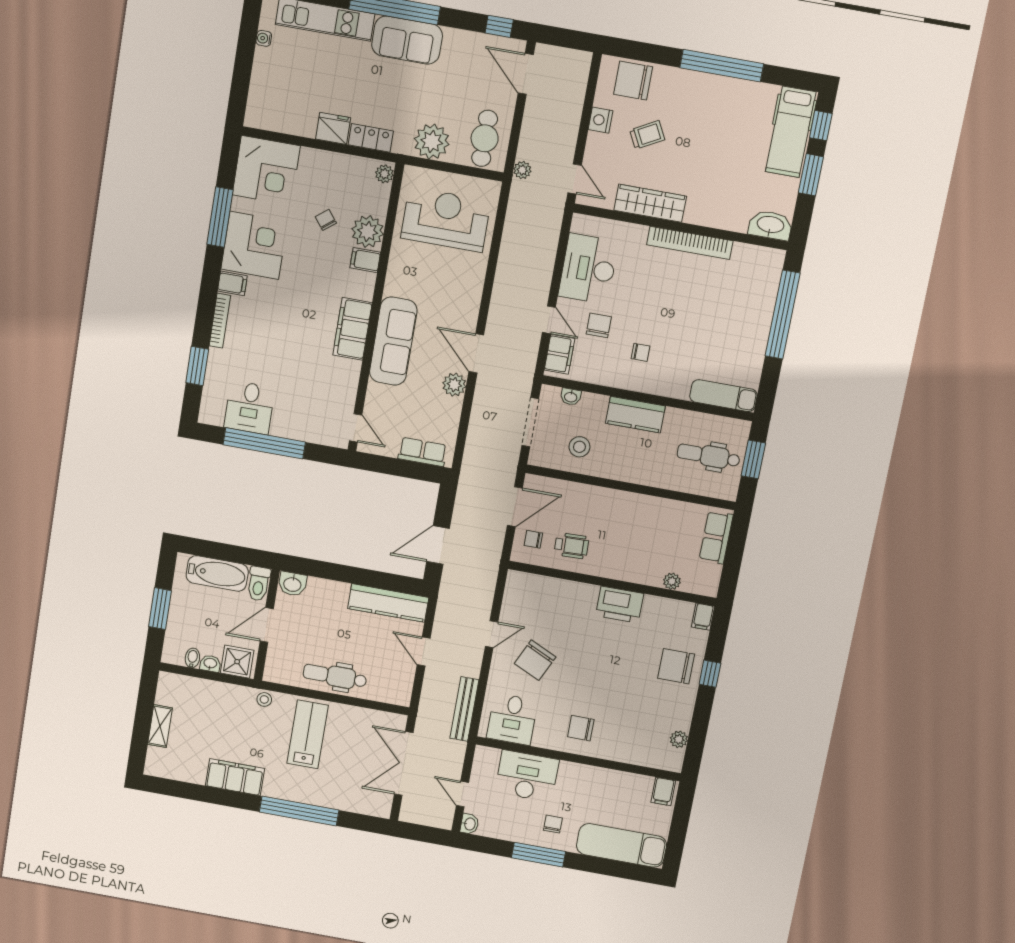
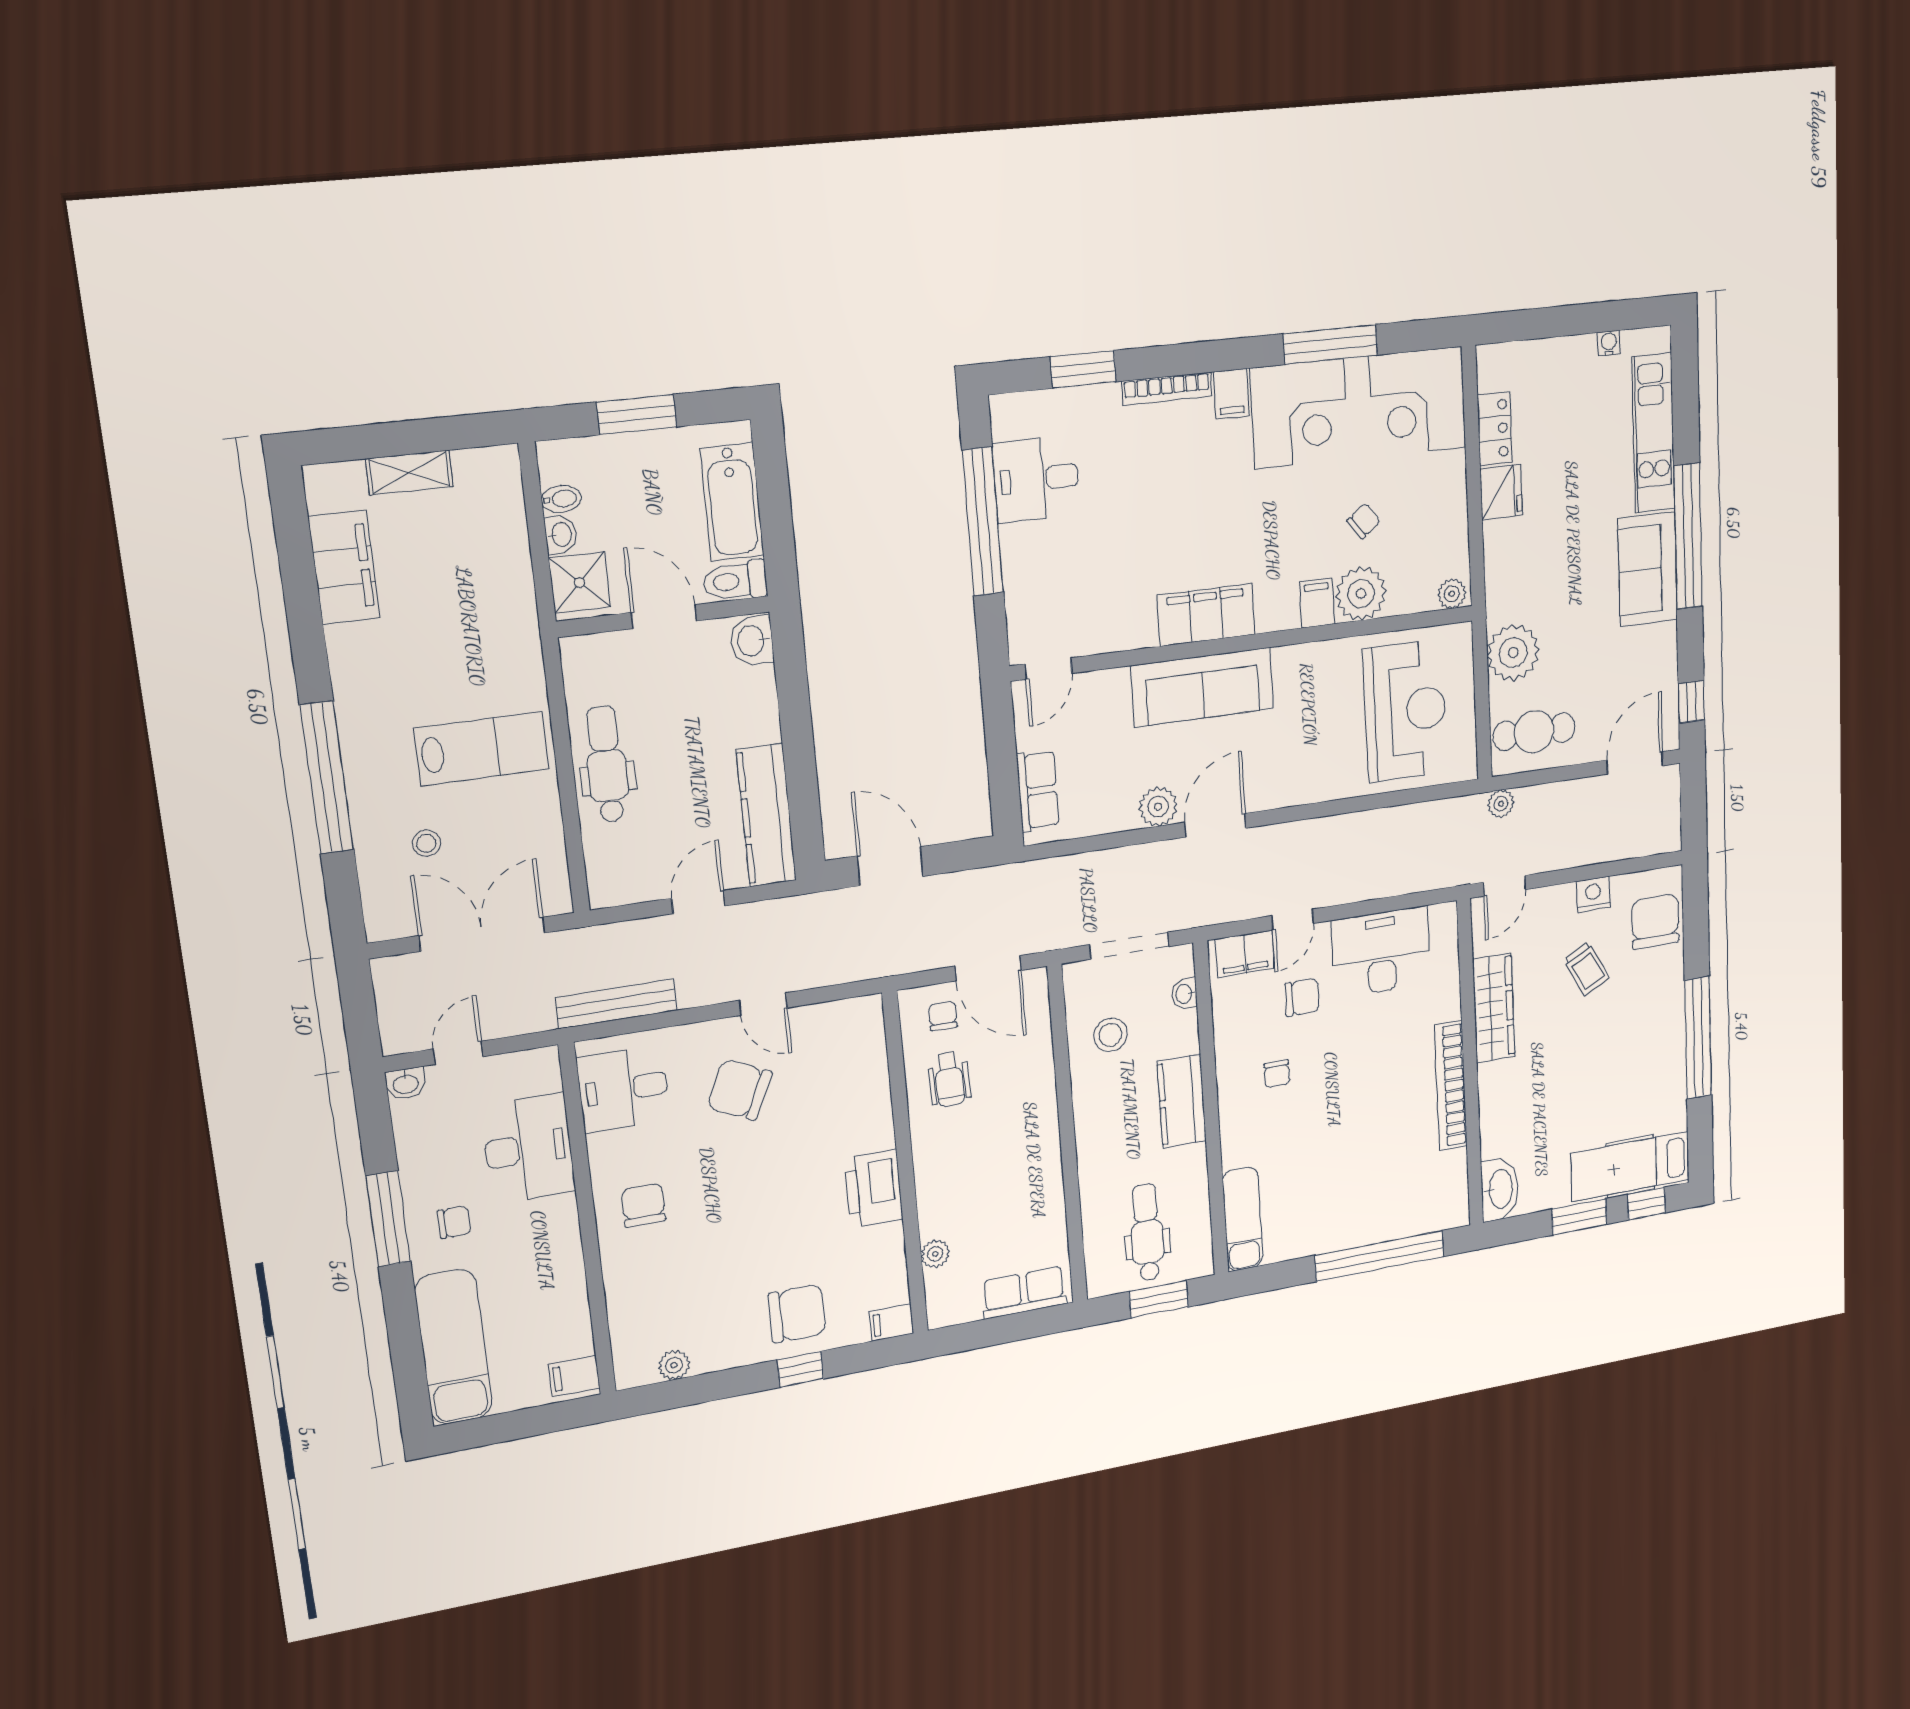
locker: (371, 138) -> (1495, 429), moved
chair: (676, 666) -> (797, 1313), turned 90
stool: (264, 699) -> (426, 843), moved
filing cabinet: (235, 777) -> (344, 567), moved

